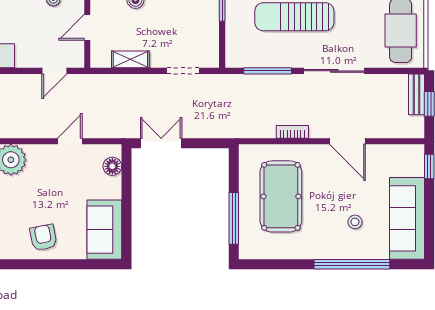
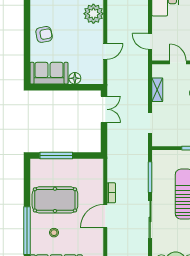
door: (70, 141) -> (105, 51), hinge flipped
door: (347, 141) -> (105, 216), moved
floor lamp: (112, 166) -> (75, 78), moved
pool table: (281, 196) -> (55, 200), moved

